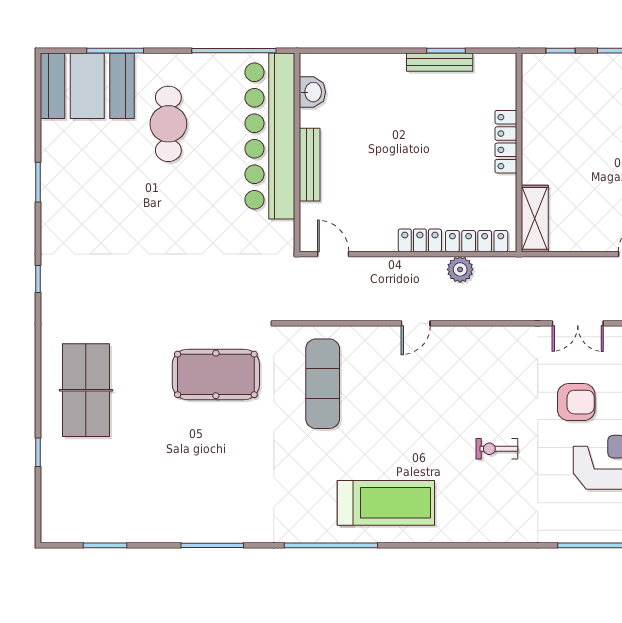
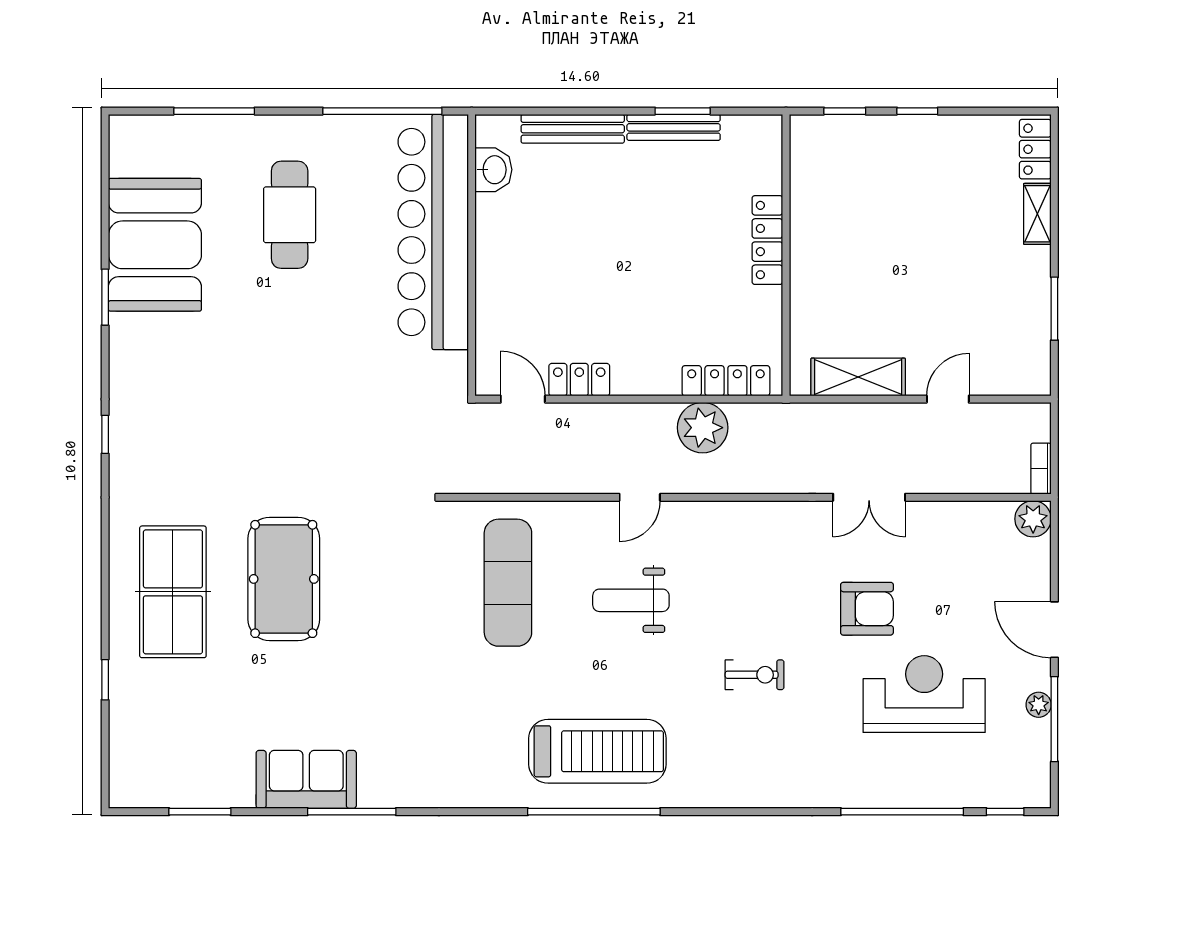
booth: (87, 86) -> (155, 245), moved, turned 90
bench: (310, 165) -> (573, 129), moved, turned 90
shelving: (535, 218) -> (858, 377), moved, turned 90
locker: (420, 240) -> (579, 380), moved
plant: (460, 269) -> (703, 428), width x1.36, depth x1.36
pool table: (216, 374) -> (284, 579), moved, turned 90
weight bench: (410, 396) -> (631, 600), added
exercise bike: (497, 449) -> (755, 675), turned 180
sofa: (180, 523) -> (306, 779), added
window: (331, 545) -> (594, 812), moved

